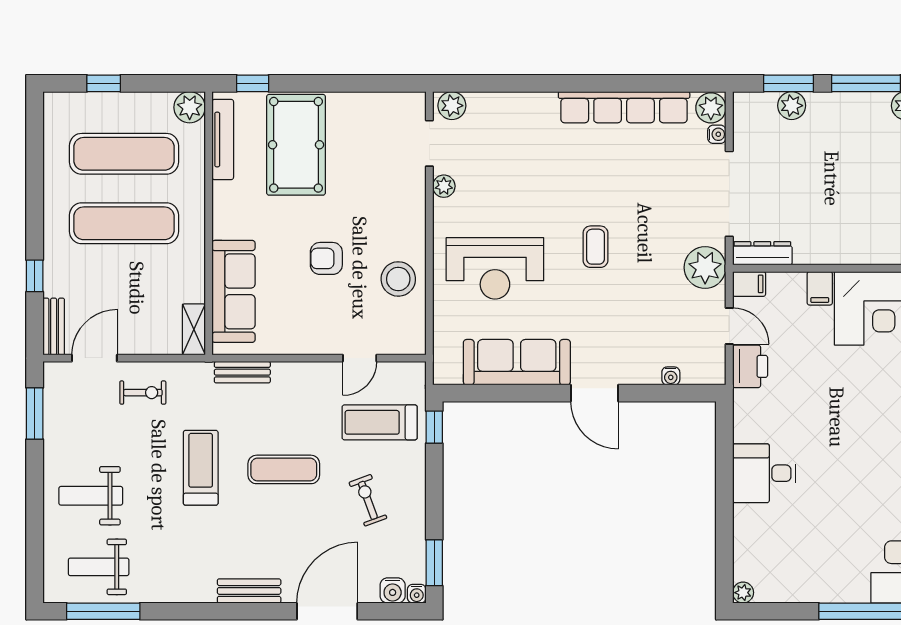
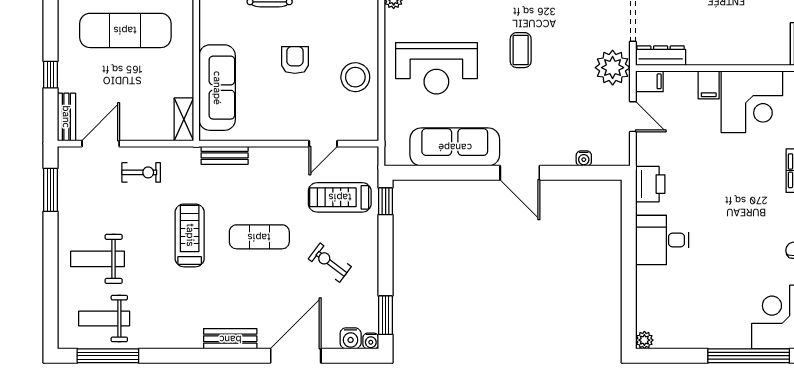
armchair: (326, 258) -> (295, 60), turned 90
printer: (750, 366) -> (650, 184), moved
exercise bike: (368, 500) -> (330, 263), turned -33

